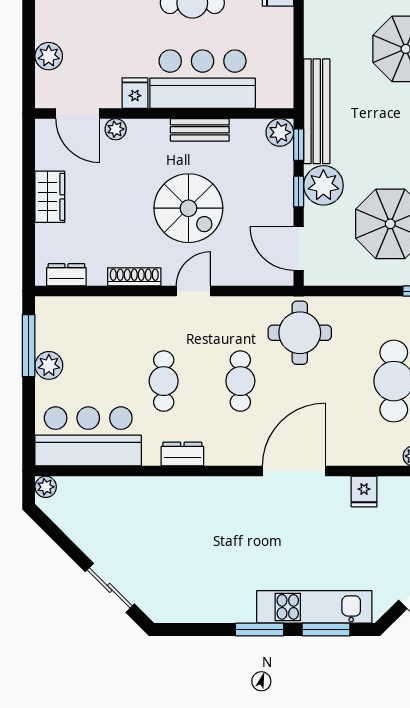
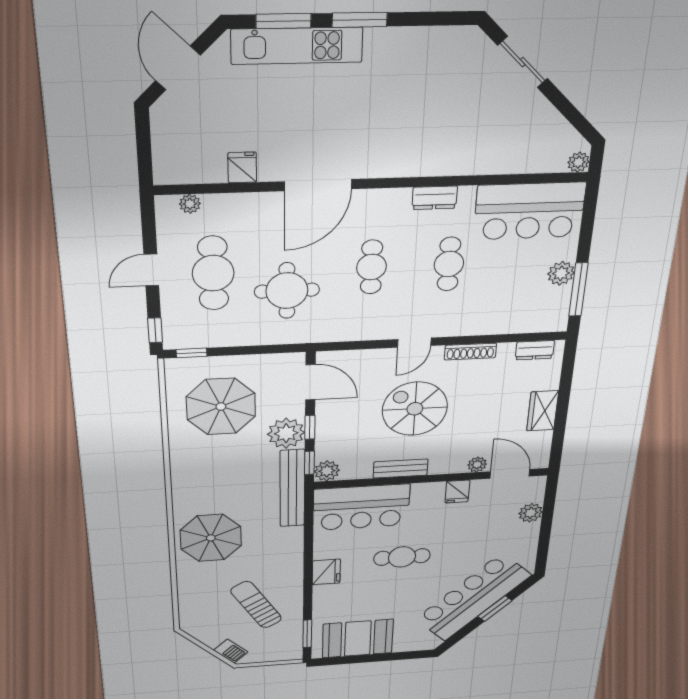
bar counter: (203, 79) -> (361, 507), moved
round table: (300, 333) -> (287, 291), moved

